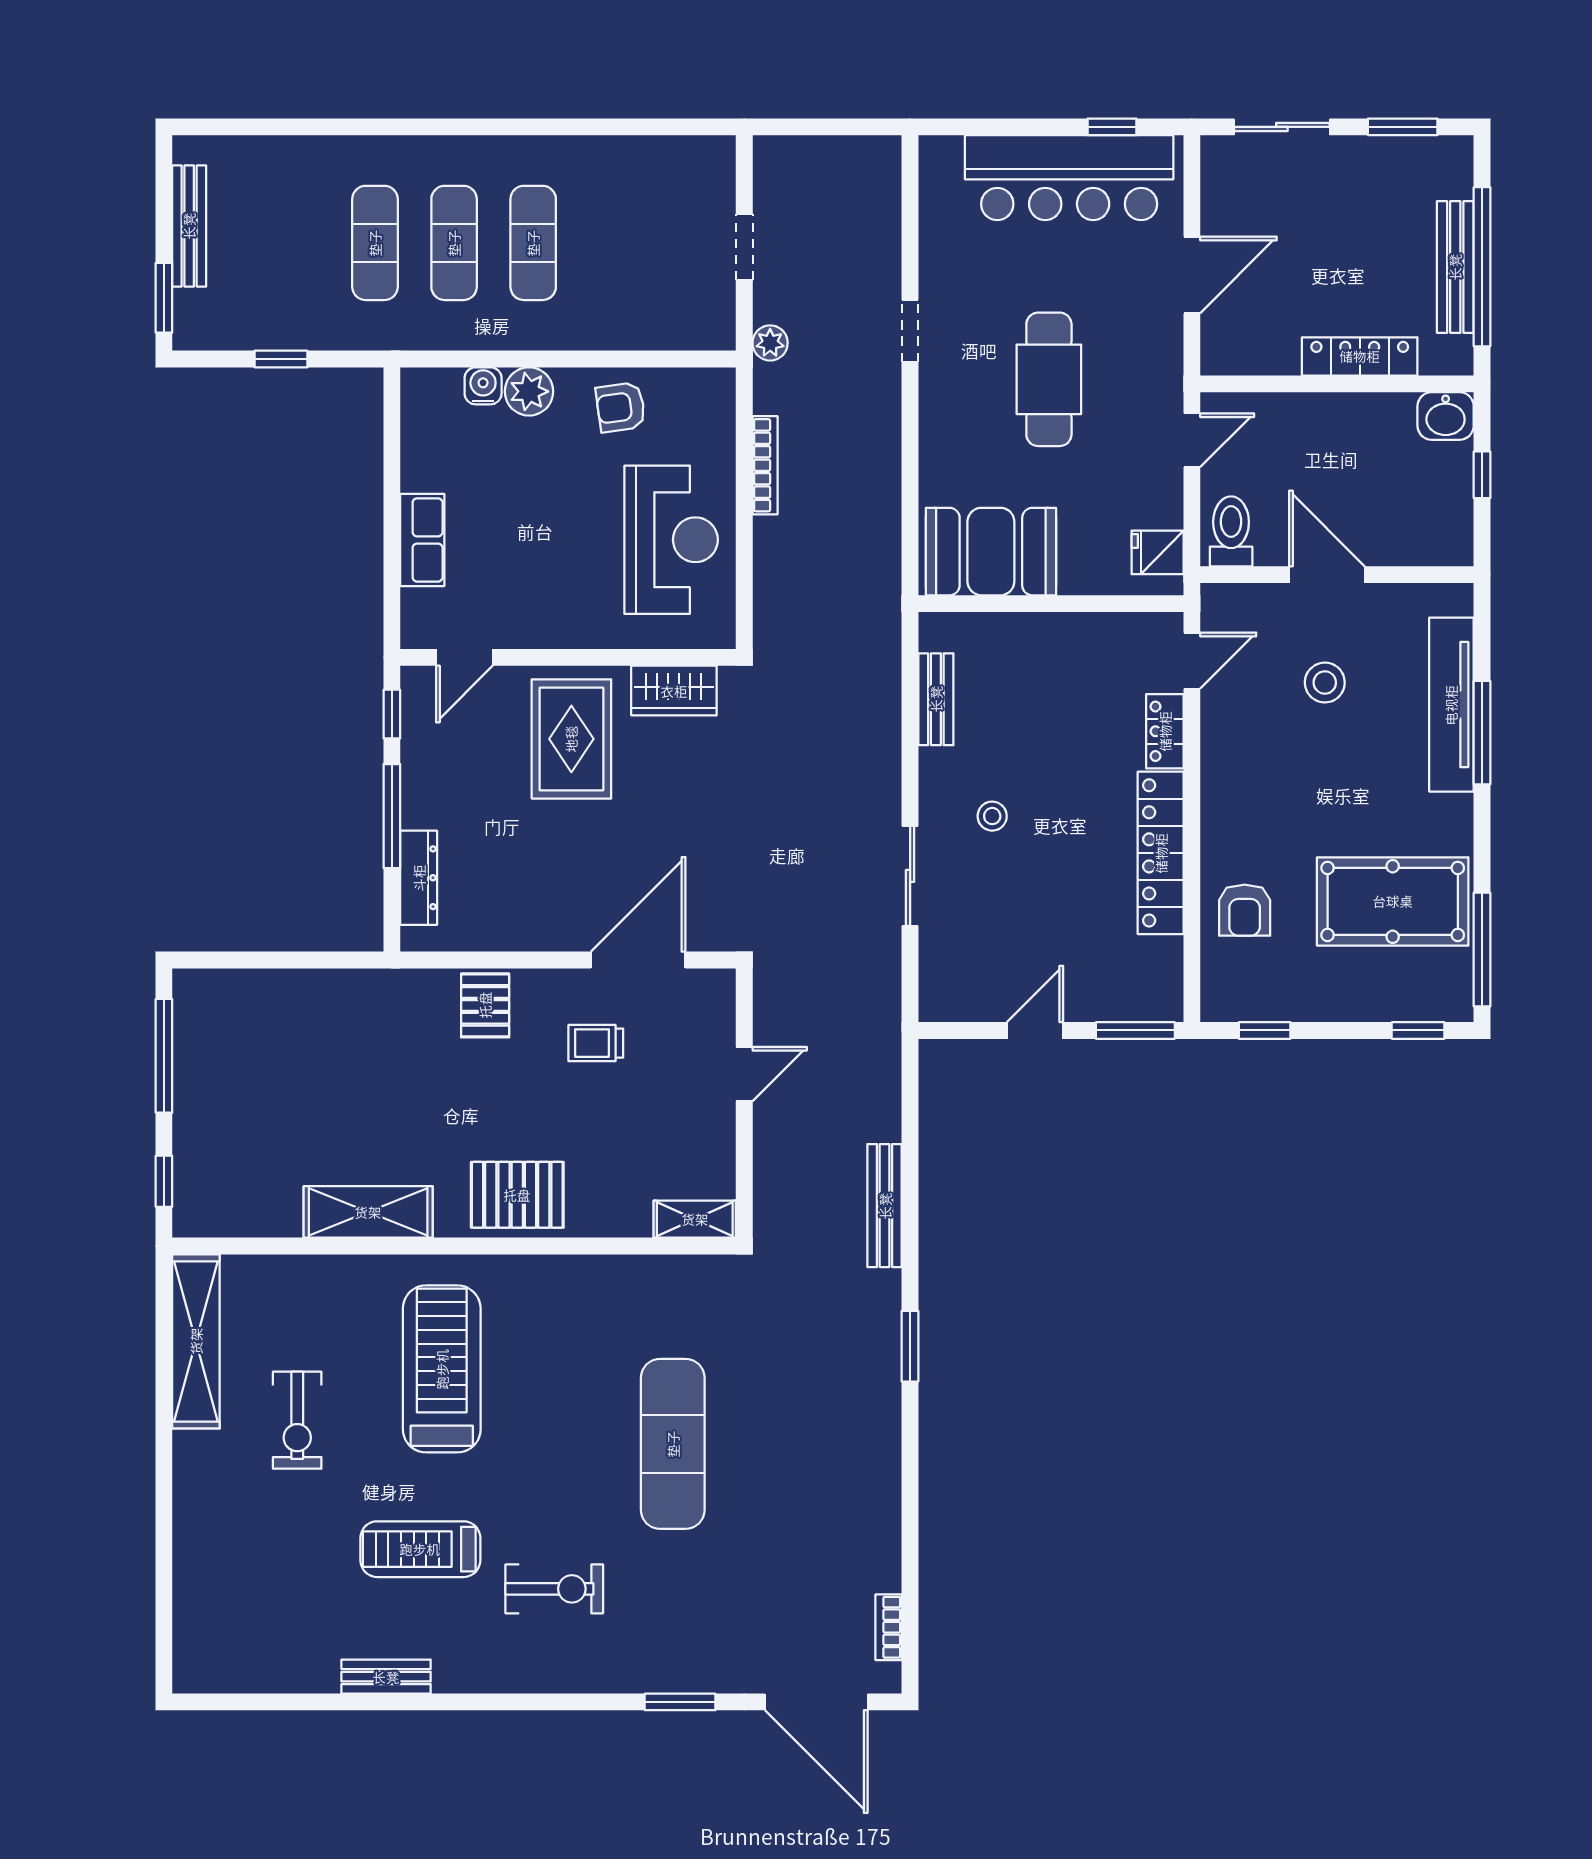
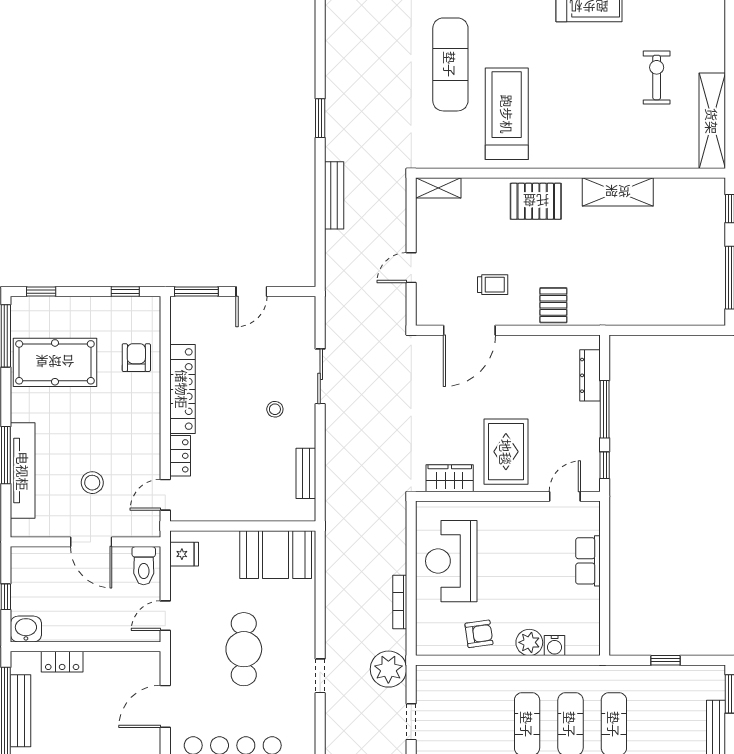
plant: (770, 343) -> (388, 669), width x1.87, depth x1.87
locker: (1360, 356) -> (62, 662), width x0.66
treadmill: (442, 1369) -> (507, 114), moved, turned 180

